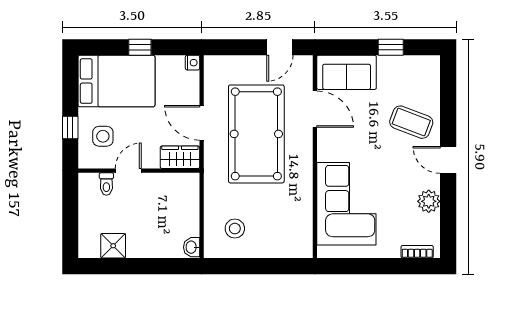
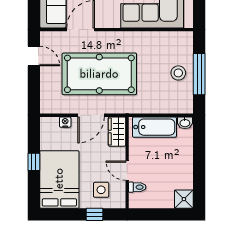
nightstand: (193, 63) -> (65, 122), moved
bathtub: (186, 207) -> (154, 127), added
stool: (235, 229) -> (178, 73), moved
shower: (113, 246) -> (184, 199), moved
window: (256, 266) -> (199, 74), added

